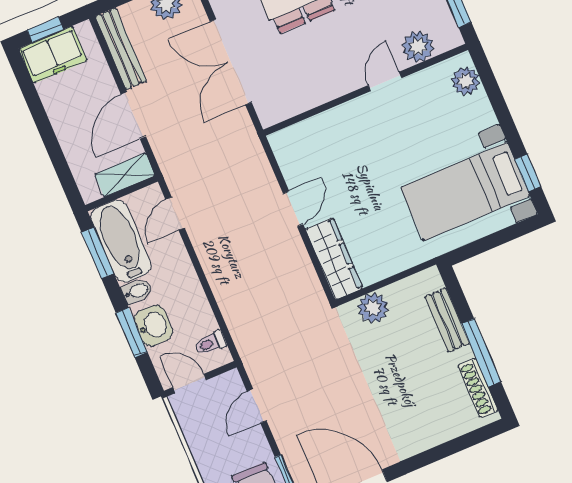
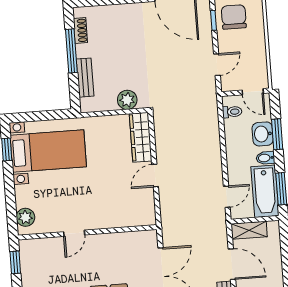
plant: (418, 47) -> (47, 248), removed
door: (133, 115) -> (232, 264), hinge flipped
shoe rack: (478, 388) -> (80, 30), width x0.70

